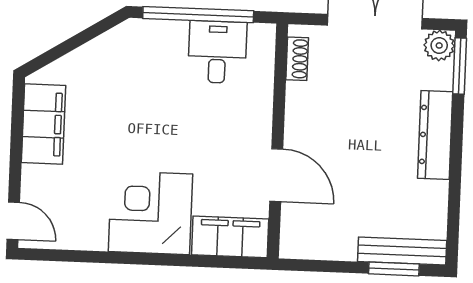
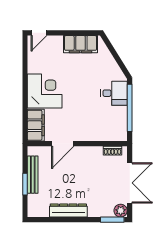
desk: (217, 52) -> (114, 93), moved
dresser: (435, 135) -> (68, 210), moved
bench: (402, 251) -> (33, 175), moved
window: (394, 269) -> (25, 184), moved

